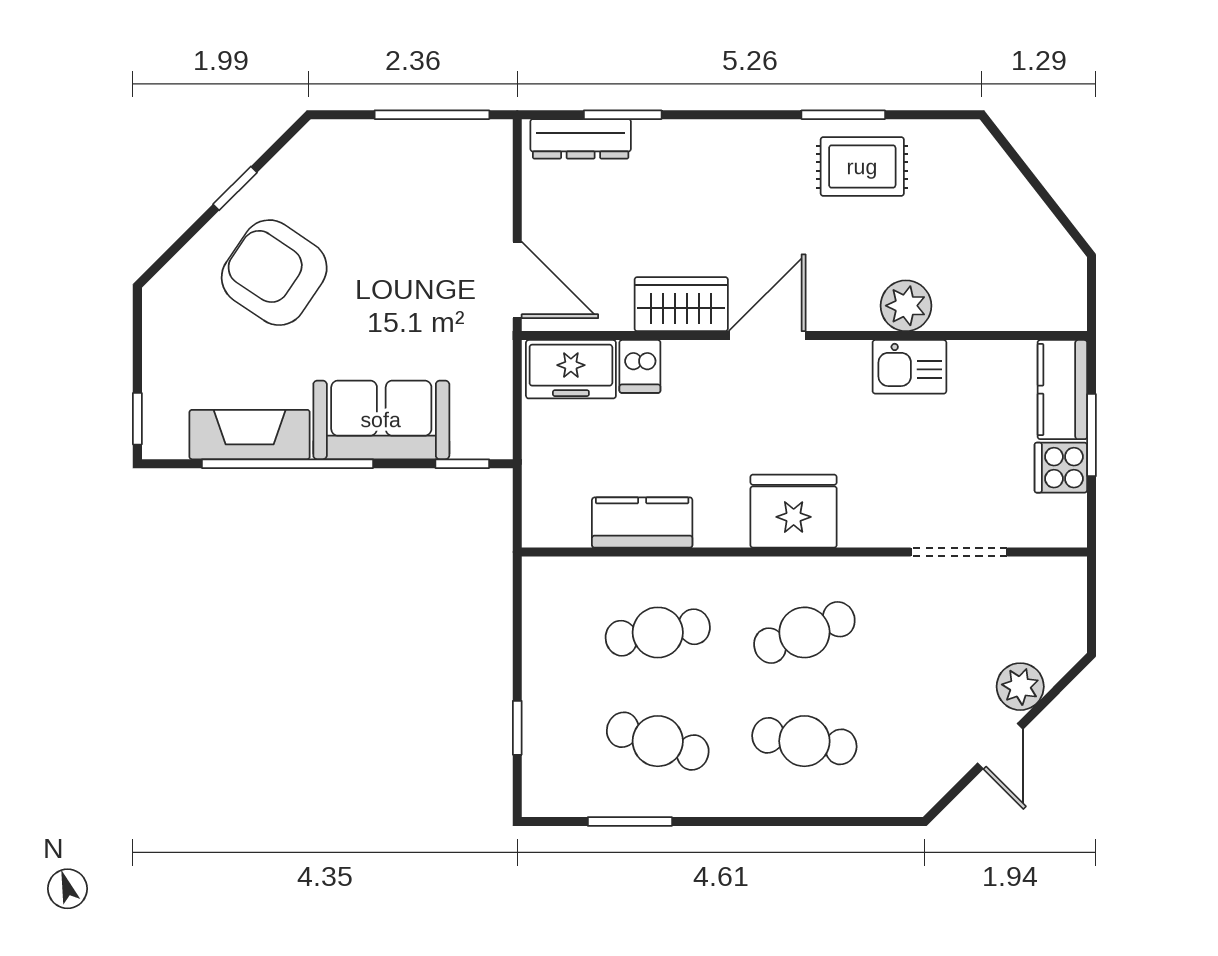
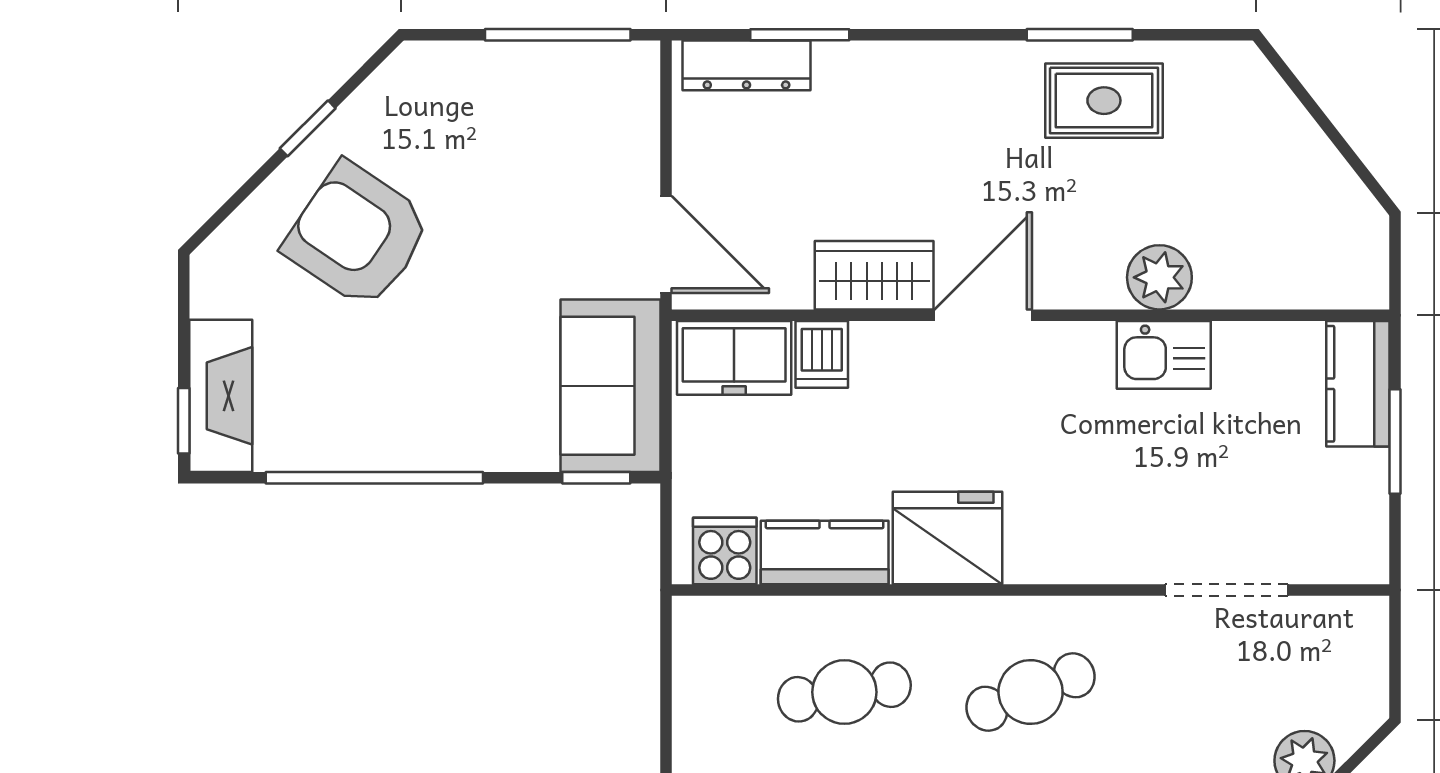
sofa: (381, 420) -> (610, 386), moved, turned -90
fireplace: (250, 435) -> (221, 396), moved, turned 90
cooker: (1061, 468) -> (725, 551), moved, turned 90
fridge: (794, 511) -> (948, 538), moved

